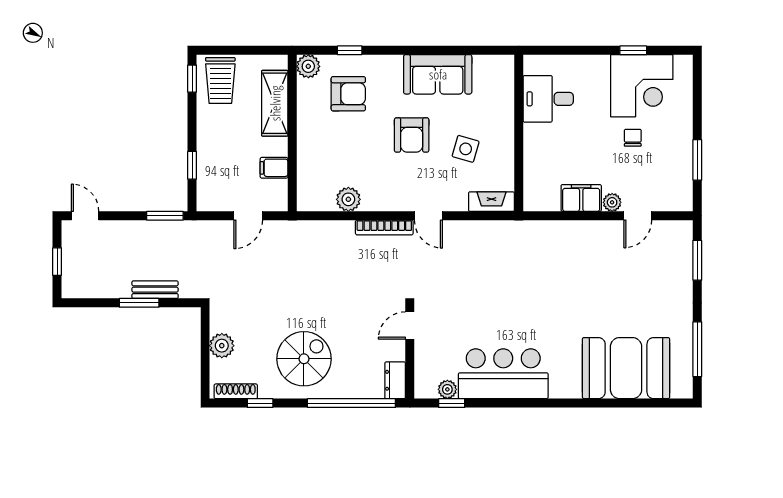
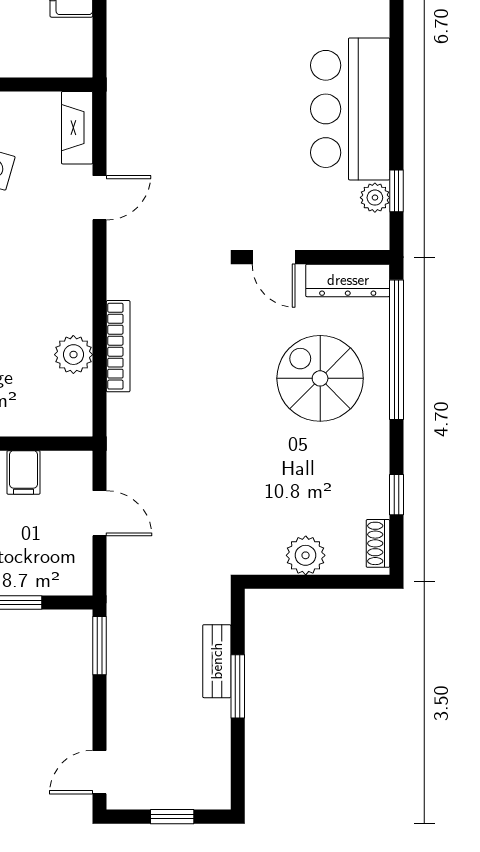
door: (428, 216) -> (100, 198), moved
bookcase: (384, 227) -> (118, 346), moved
spiral stairs: (304, 359) -> (320, 378), moved
dresser: (395, 380) -> (348, 280), width x1.44
shoe rack: (236, 391) -> (378, 543), width x0.70

